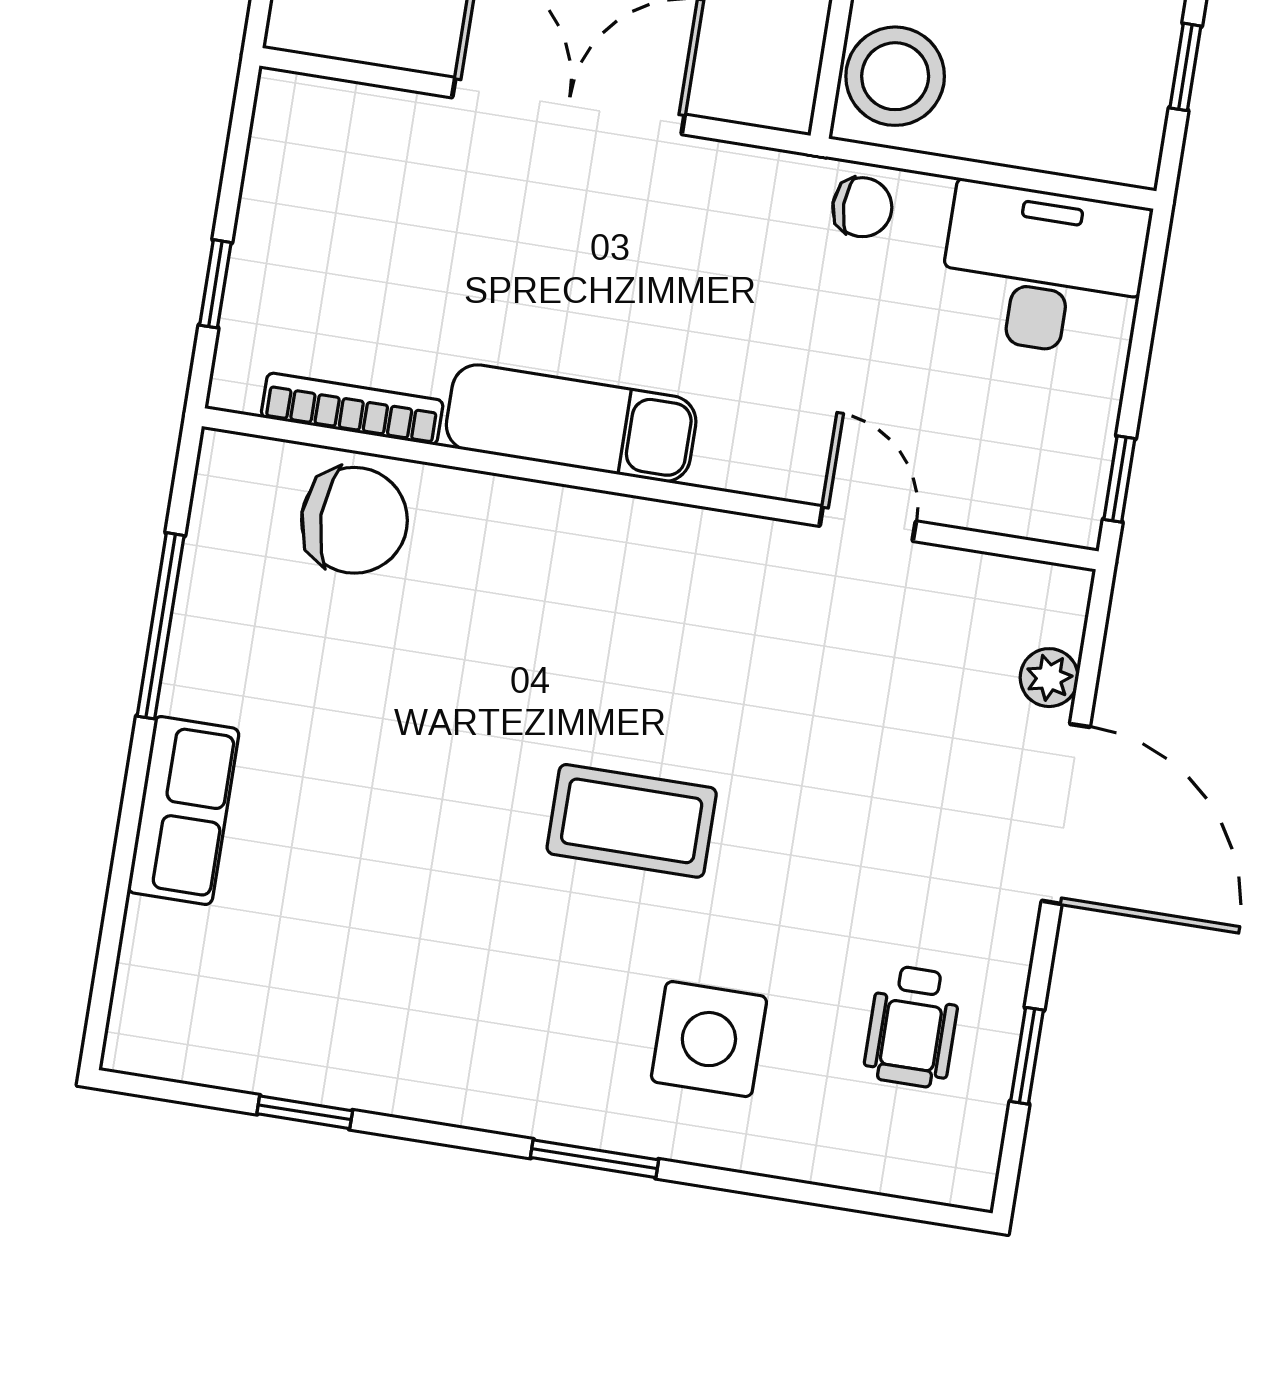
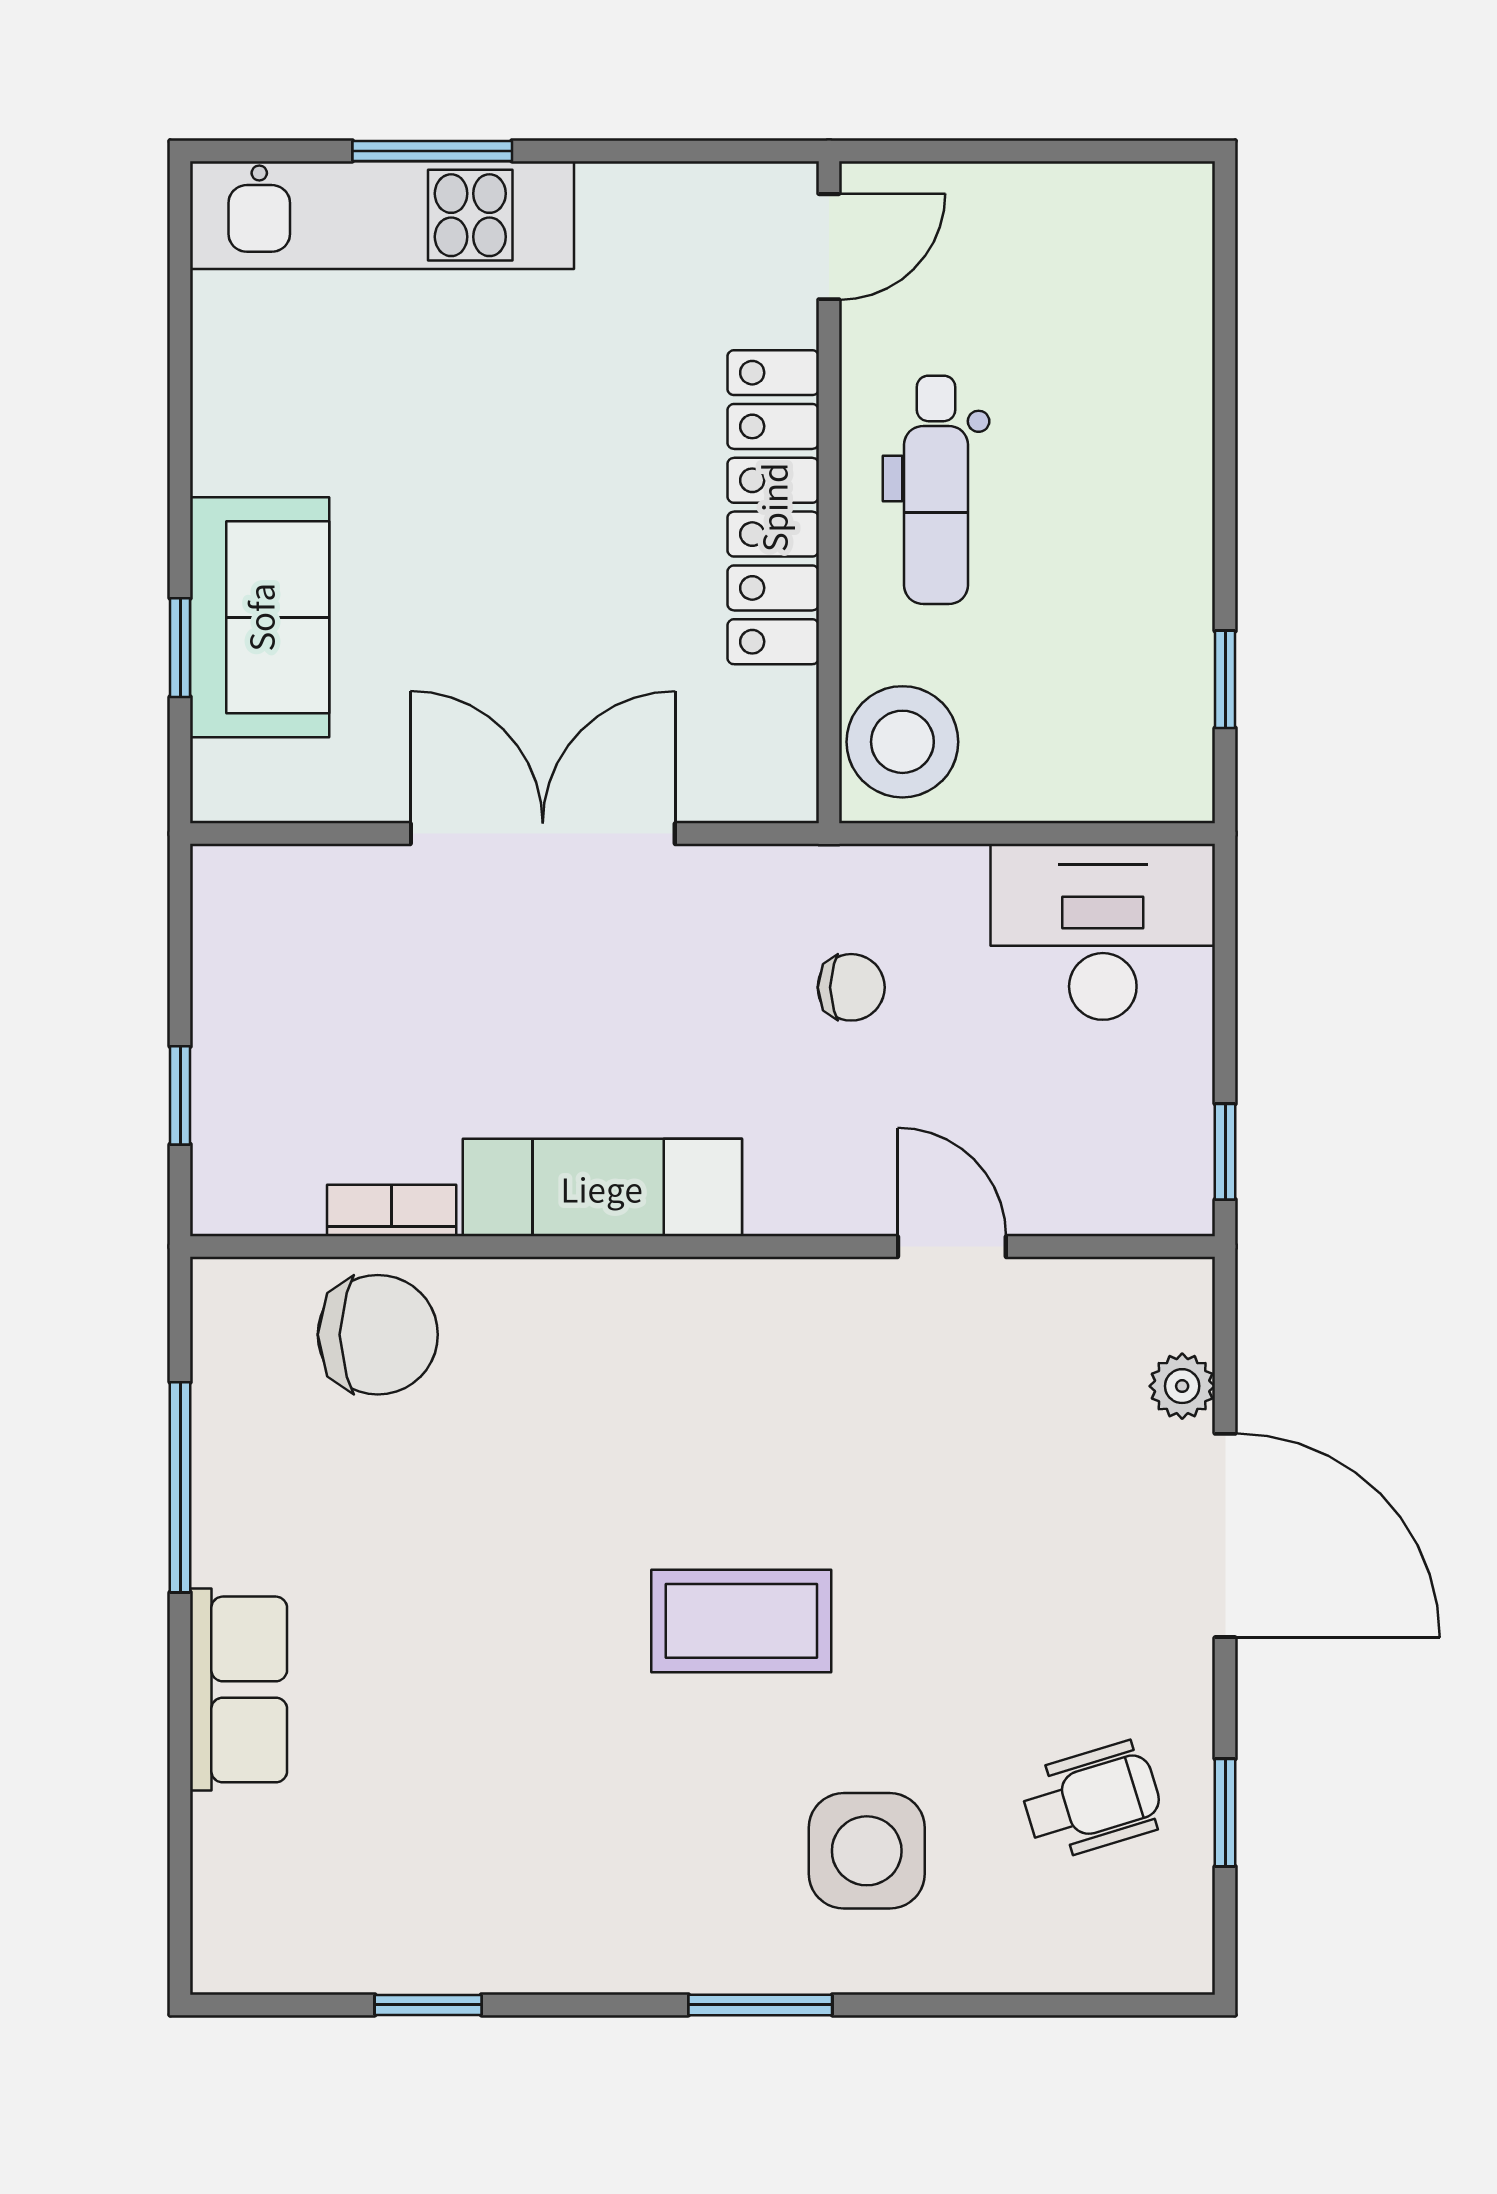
chair: (862, 207) -> (851, 987), moved
bookcase: (352, 409) -> (392, 1211), width x0.64
wheelchair: (912, 1026) -> (1092, 1800), turned -107

